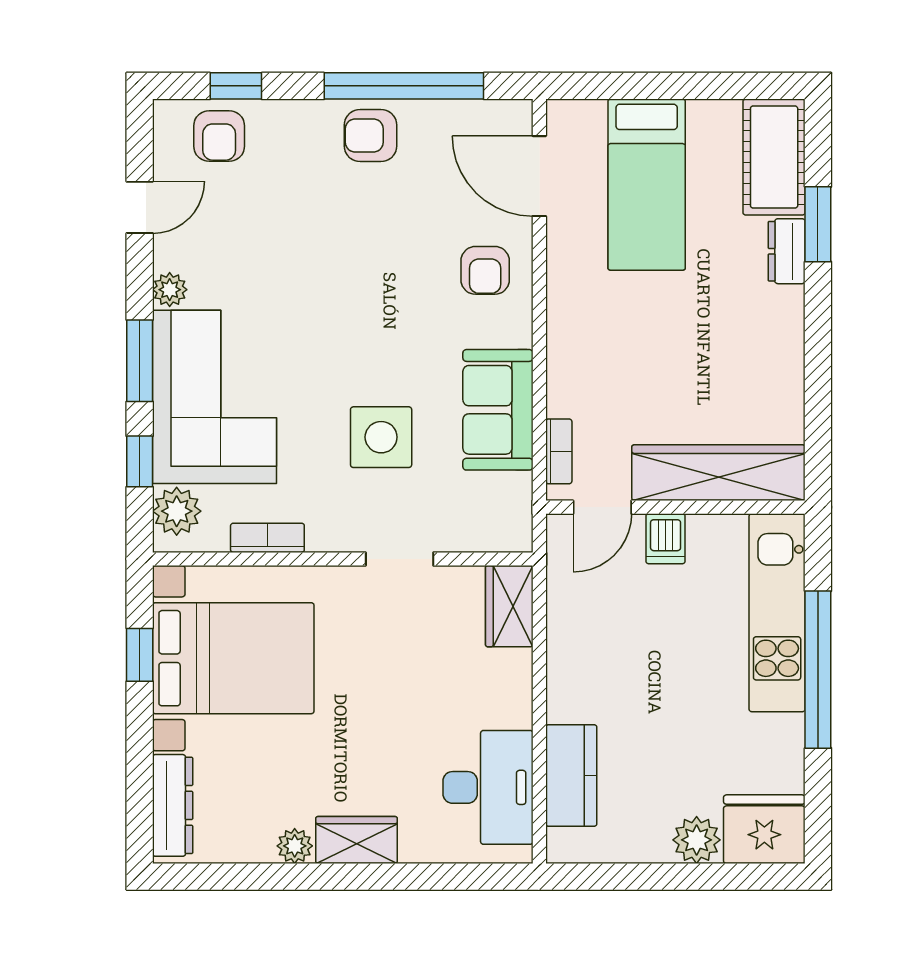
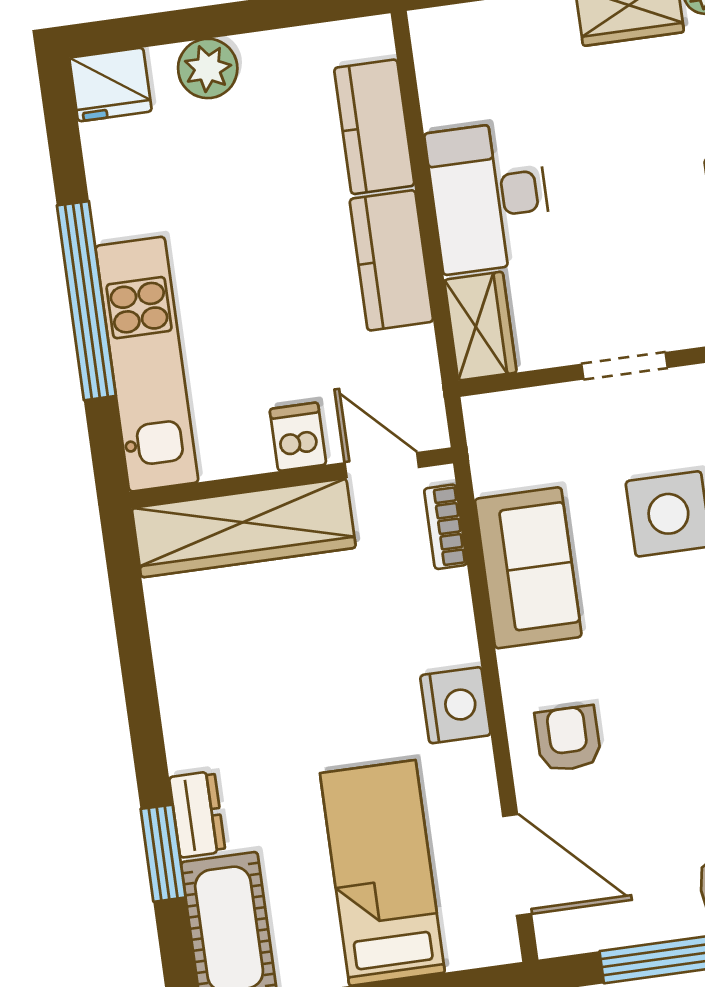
nightstand: (571, 309) -> (455, 705), added
door: (602, 507) -> (382, 465), hinge flipped
kitchen counter: (572, 668) -> (391, 260), added
desk: (488, 787) -> (489, 197), moved
fridge: (764, 829) -> (111, 85), width x0.73, depth x0.75

